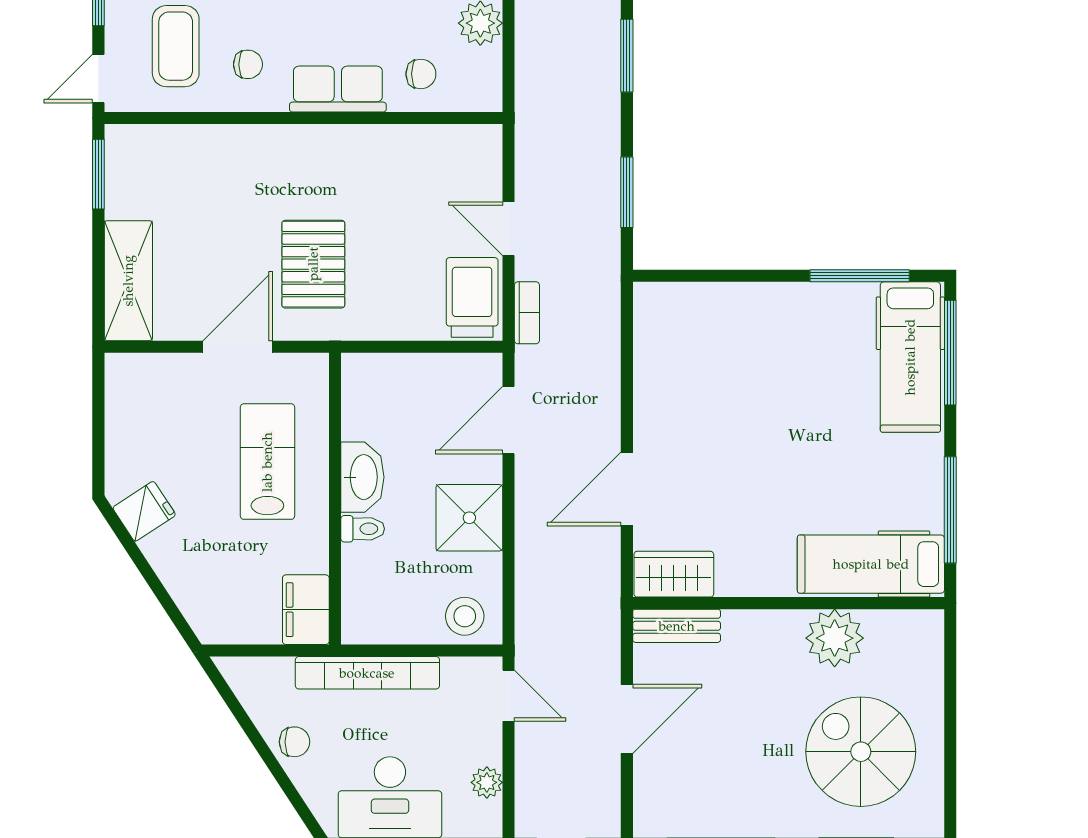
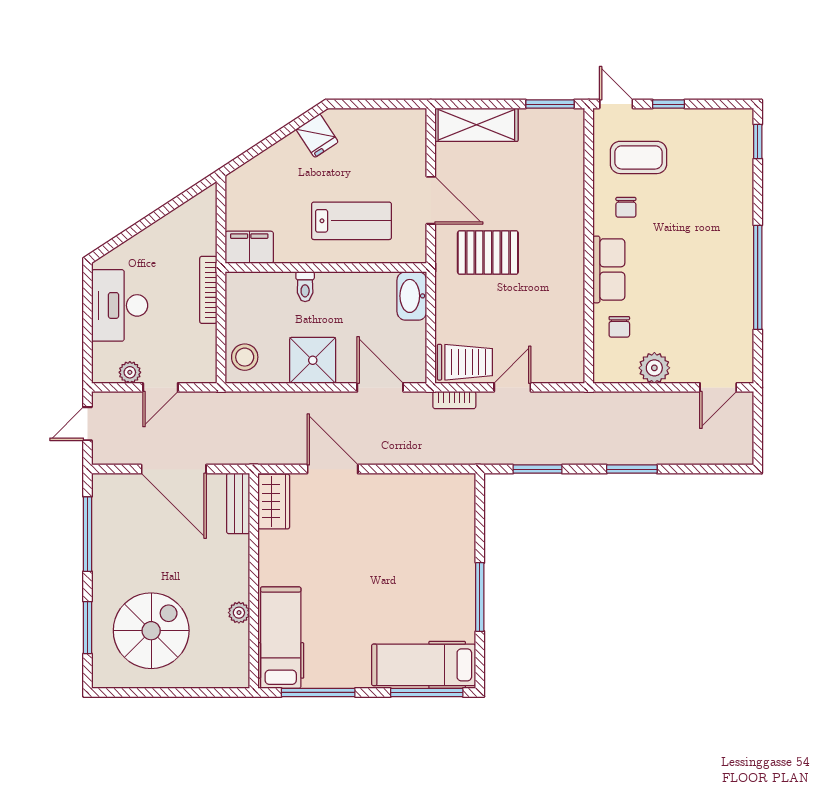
window: (860, 276) -> (480, 597), moved
washbasin: (362, 477) -> (412, 296), moved, turned 90
plant: (835, 638) -> (239, 613), width x0.53, depth x0.53
bookcase: (367, 673) -> (208, 290), width x0.68, depth x0.76
door: (509, 696) -> (160, 387), moved
door: (627, 719) -> (174, 469), width x1.36
chair: (294, 742) -> (158, 239), removed

